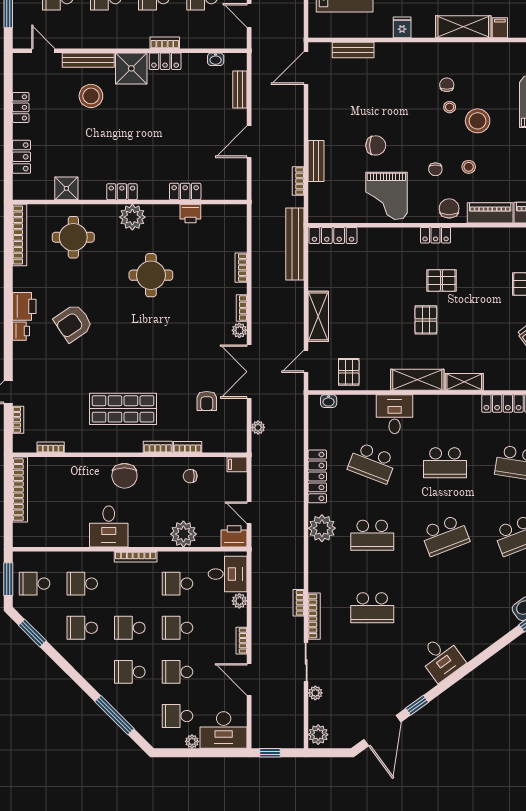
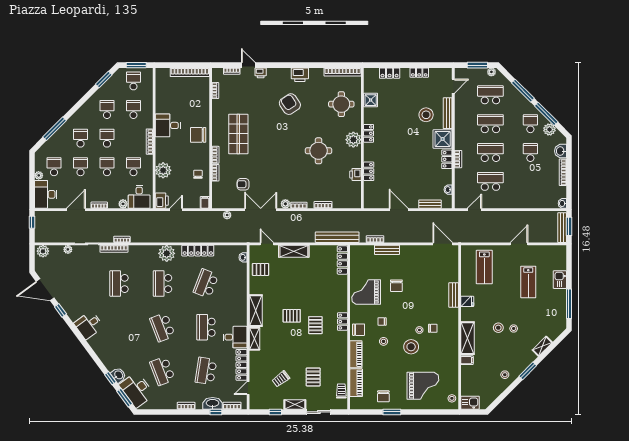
bench: (353, 50) -> (454, 295), moved
printer: (21, 331) -> (261, 73), moved
desk: (395, 414) -> (235, 337), moved

